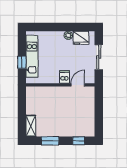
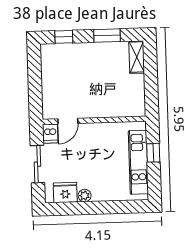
dishwasher: (65, 77) -> (50, 134), moved

